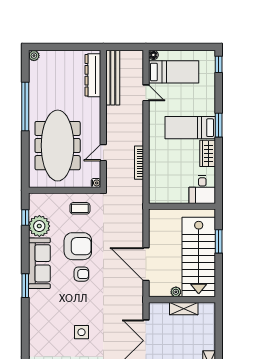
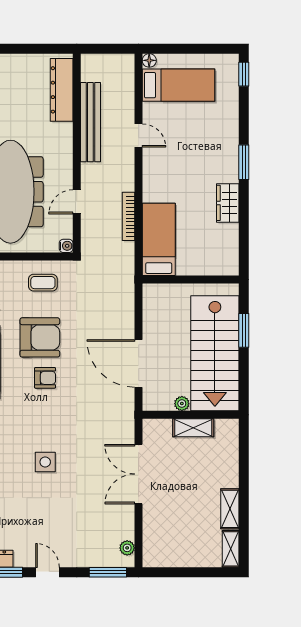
bench: (113, 78) -> (90, 122), moved
door: (146, 93) -> (139, 136), moved
bed: (190, 128) -> (159, 239), moved, turned 90
desk: (202, 189) -> (220, 255), removed

